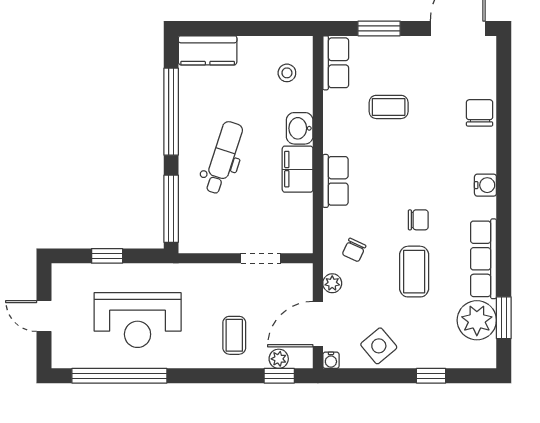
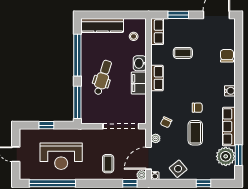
kitchen counter: (208, 50) -> (102, 25), width x1.50
row of seats: (335, 181) -> (157, 78), moved
doorway: (261, 258) -> (121, 126), width x1.87
plant: (279, 359) -> (142, 175), moved

